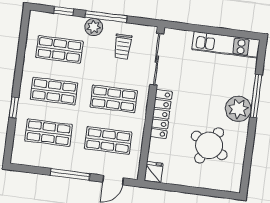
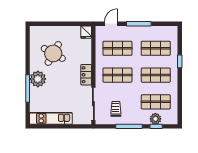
plant: (94, 27) -> (155, 119), moved
locker: (161, 114) -> (86, 75), width x0.66

